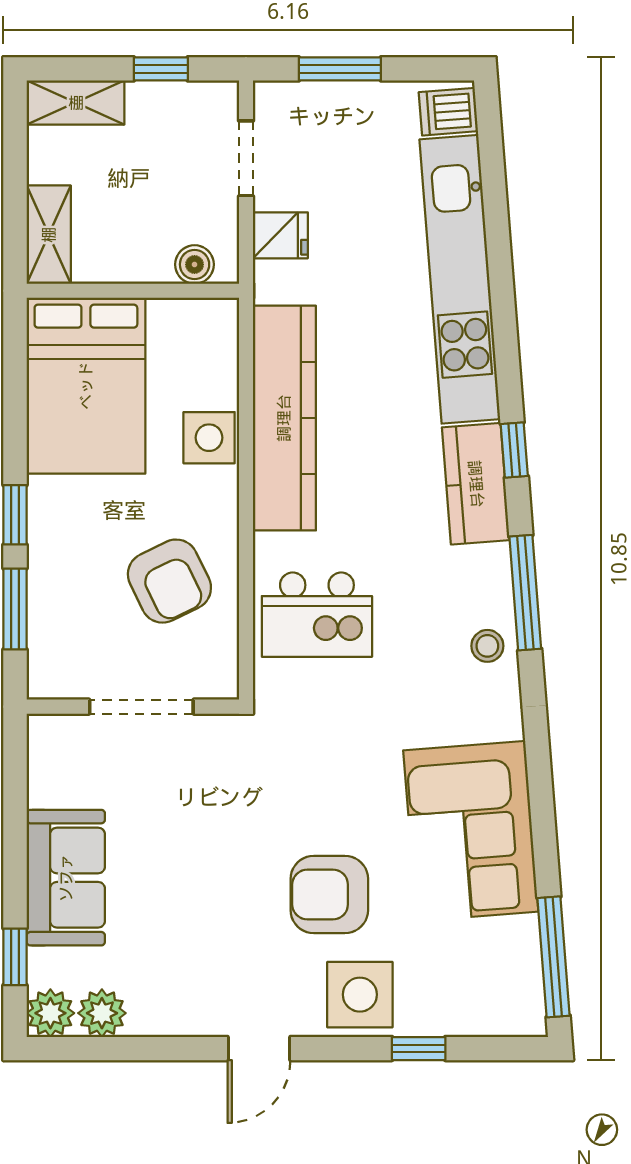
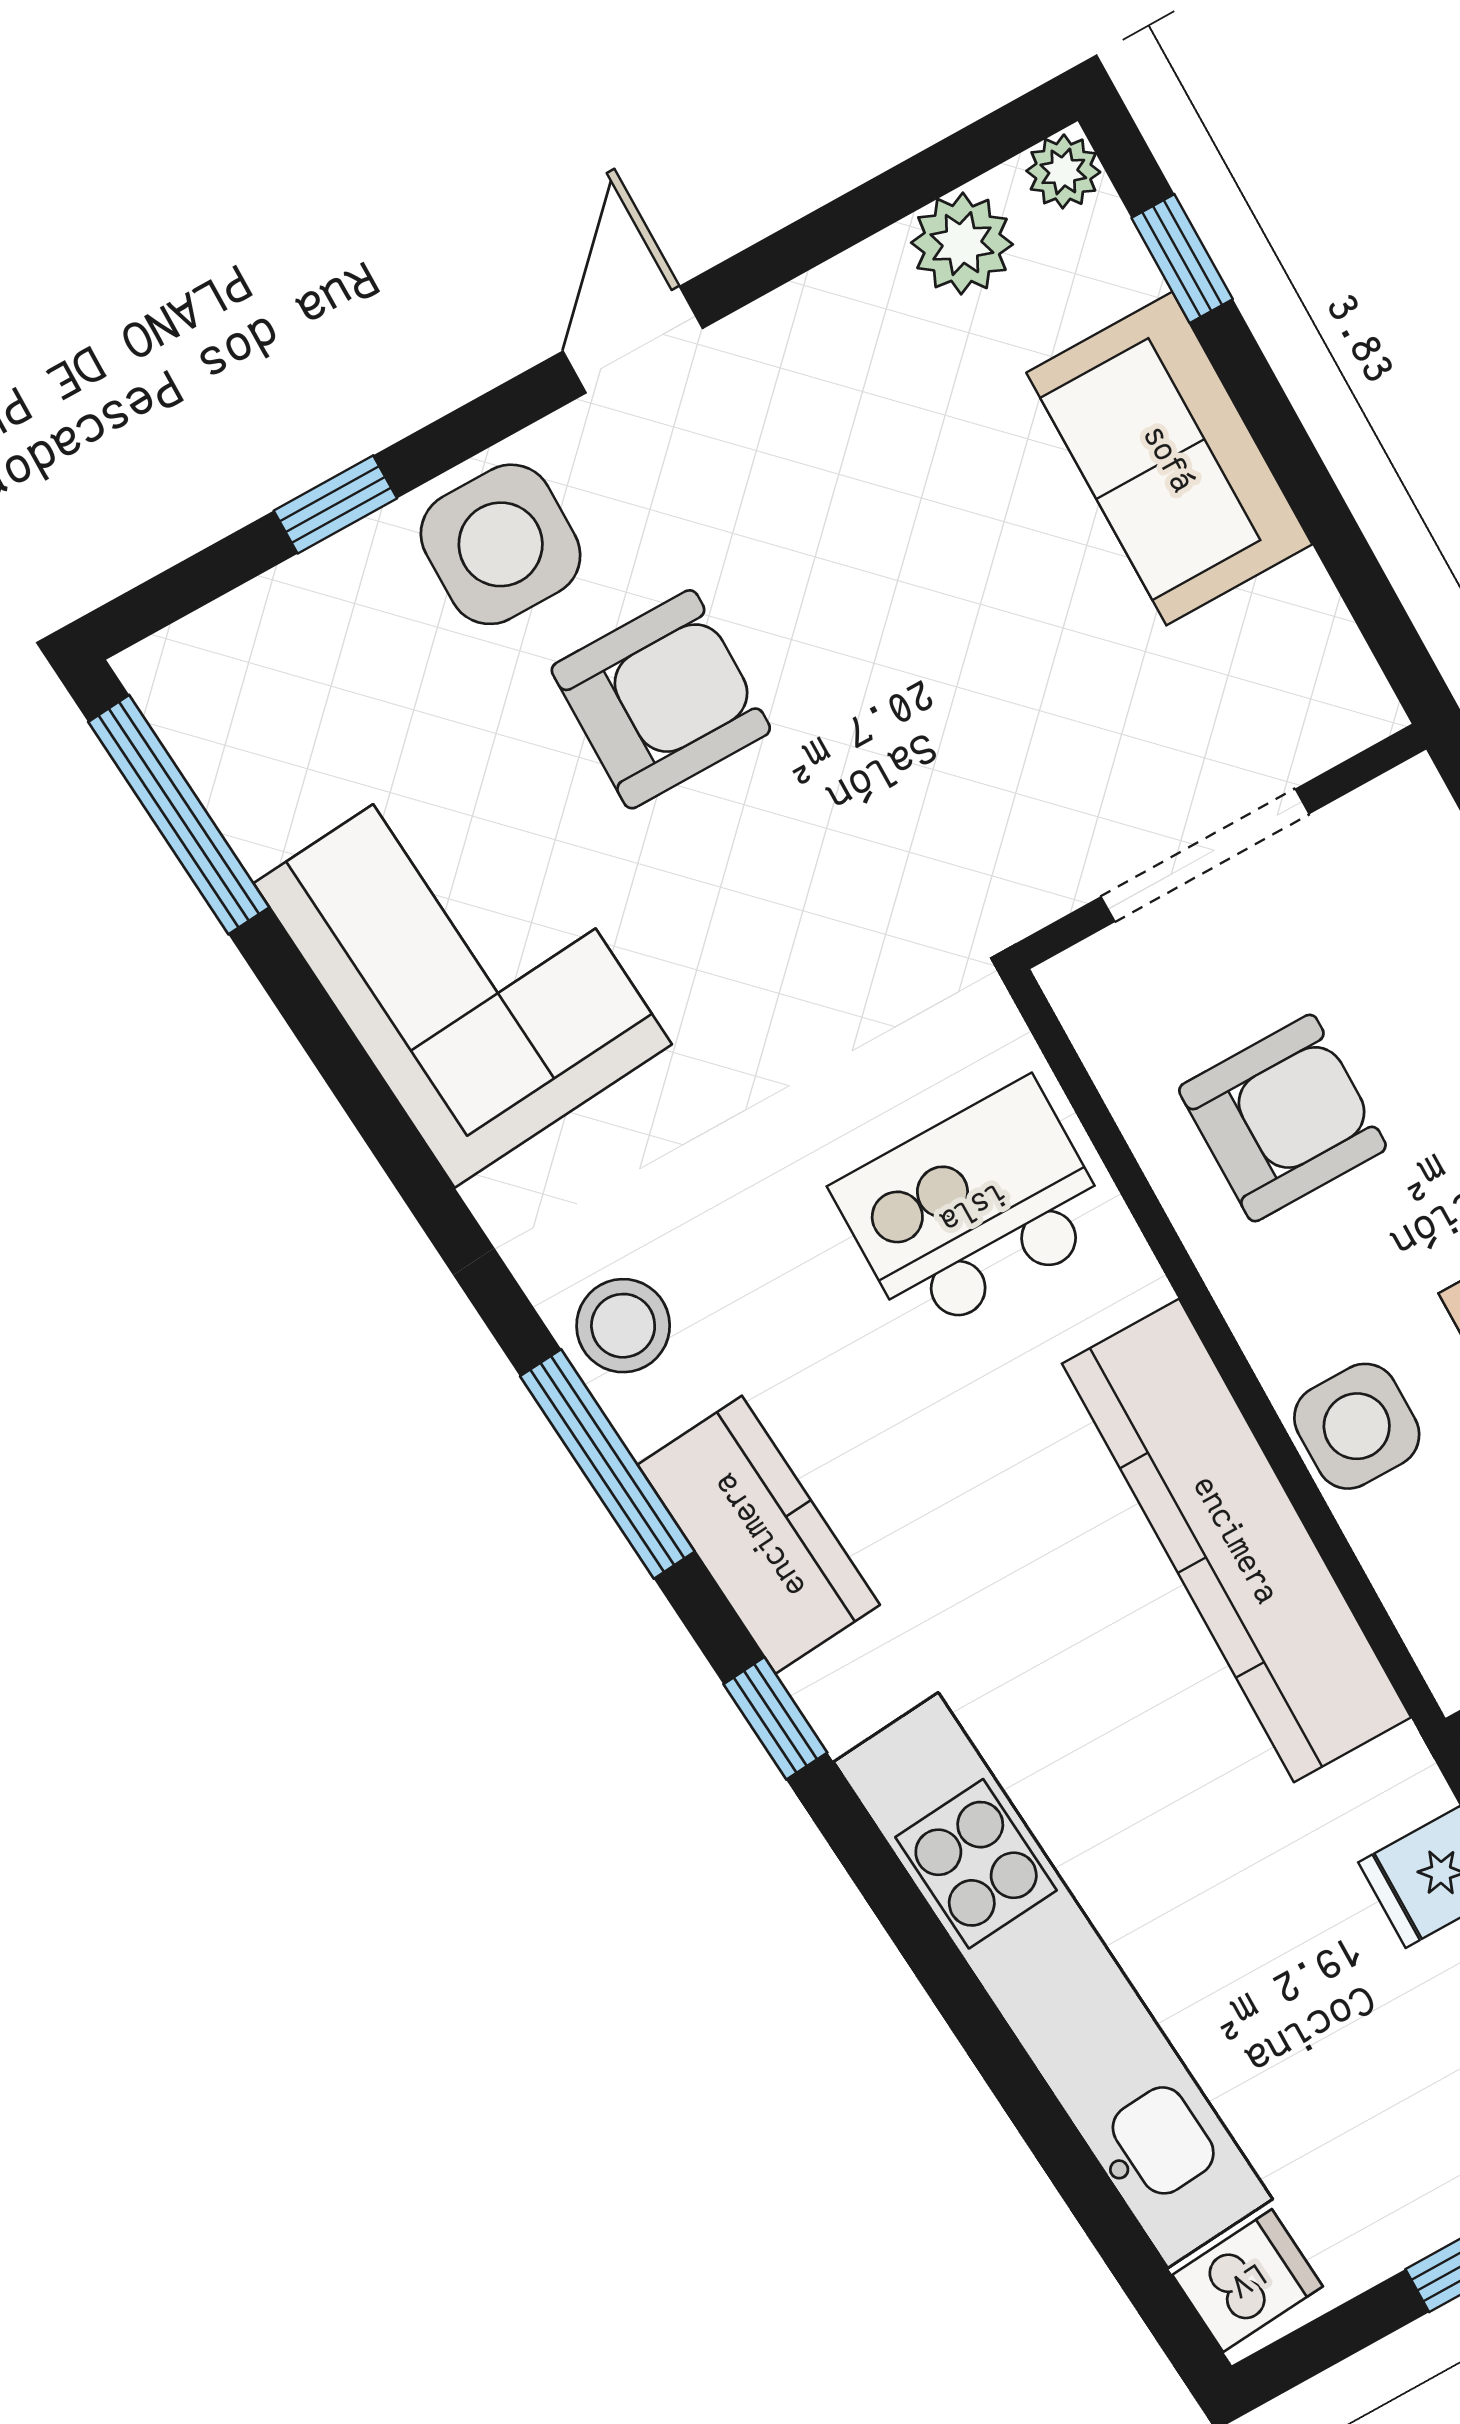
kitchen counter: (476, 484) -> (759, 1535), moved
armchair: (169, 581) -> (1282, 1118), turned 116
stool: (487, 646) -> (623, 1326), width x1.37, depth x1.37
plant: (50, 1013) -> (1063, 171), width x0.73, depth x0.73

